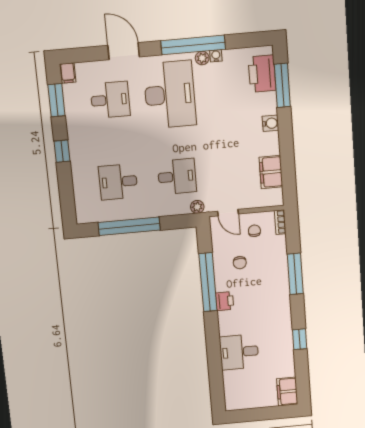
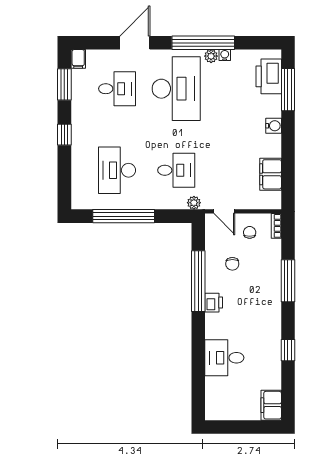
door: (124, 51) -> (135, 43), hinge flipped
desk: (118, 182) -> (117, 170), width x1.37

